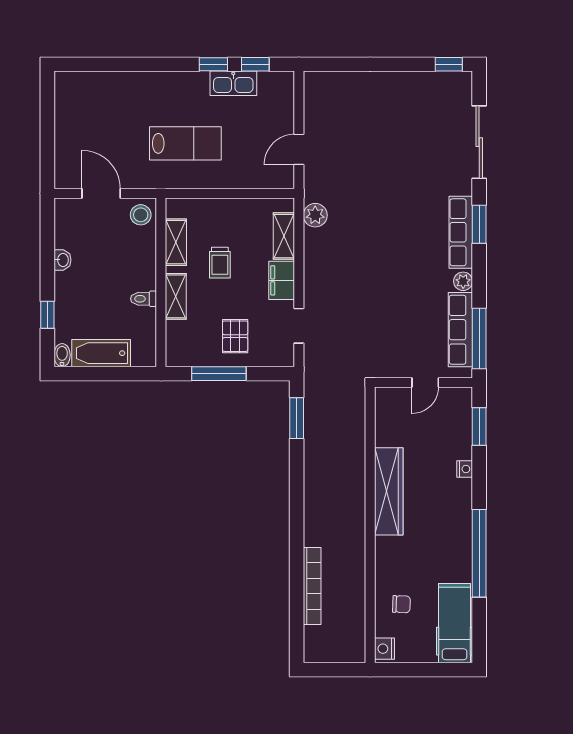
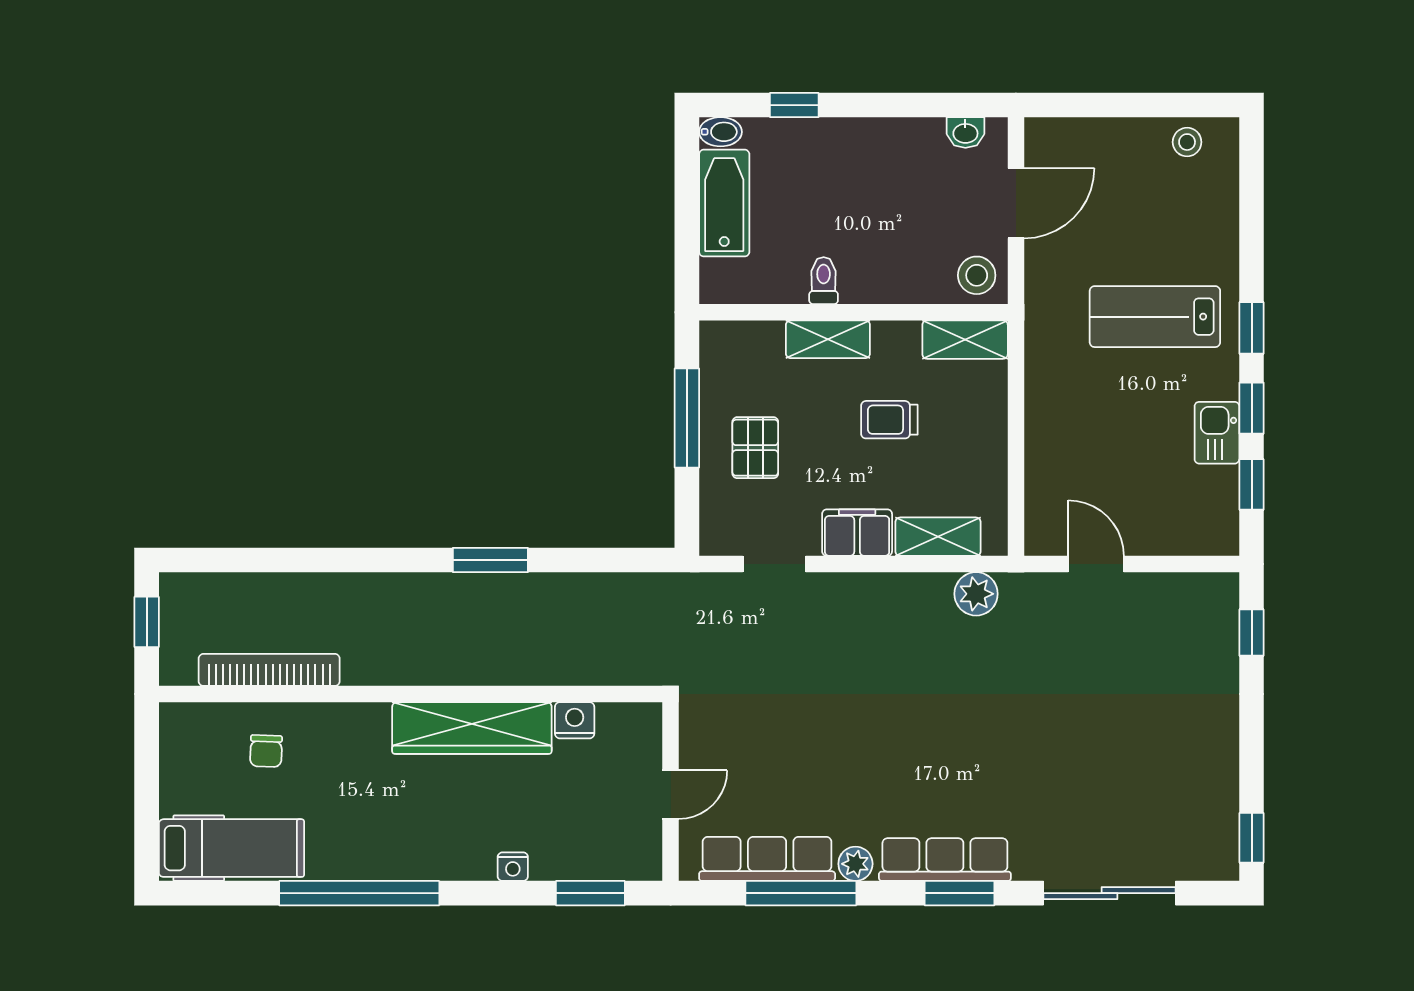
window: (170, 64) -> (1252, 328), added
window: (336, 64) -> (1252, 633), added
kitchen sink: (233, 83) -> (1217, 433), width x0.73
stool: (68, 100) -> (1187, 142), added
lab bench: (185, 143) -> (1155, 317), moved, turned 90
shelving: (176, 242) -> (965, 340), moved
washbasin: (62, 260) -> (965, 133), moved
pallet: (235, 336) -> (755, 448), turned 90
window: (479, 339) -> (801, 893), moved
door: (425, 383) -> (671, 795), swing flipped
window: (297, 418) -> (490, 560), moved
bookcase: (312, 586) -> (269, 670), moved, turned 180
nightstand: (384, 649) -> (575, 720), moved
window: (331, 670) -> (147, 622), added

